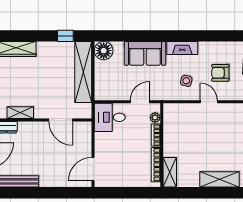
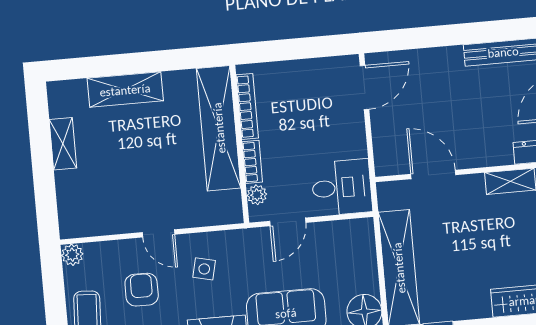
armchair: (220, 73) -> (142, 290), turned -90
shelving: (170, 172) -> (219, 128), width x2.20, depth x1.33

